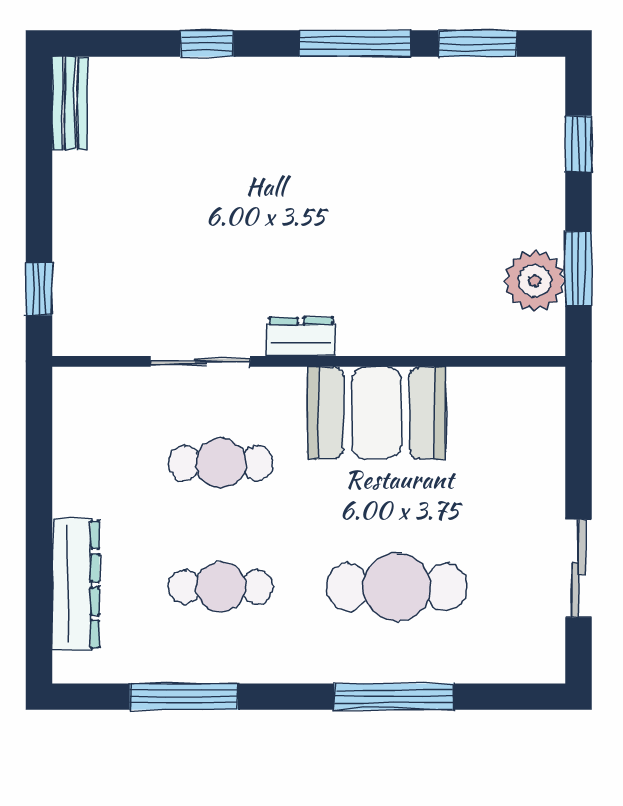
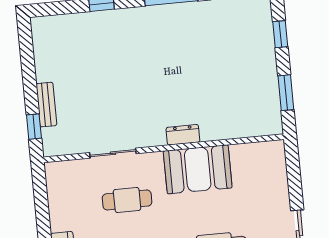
bench: (70, 103) -> (46, 105), moved
plant: (535, 281) -> (266, 100), removed
dresser: (301, 337) -> (183, 135), moved

